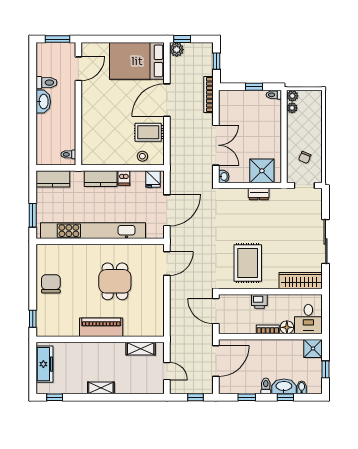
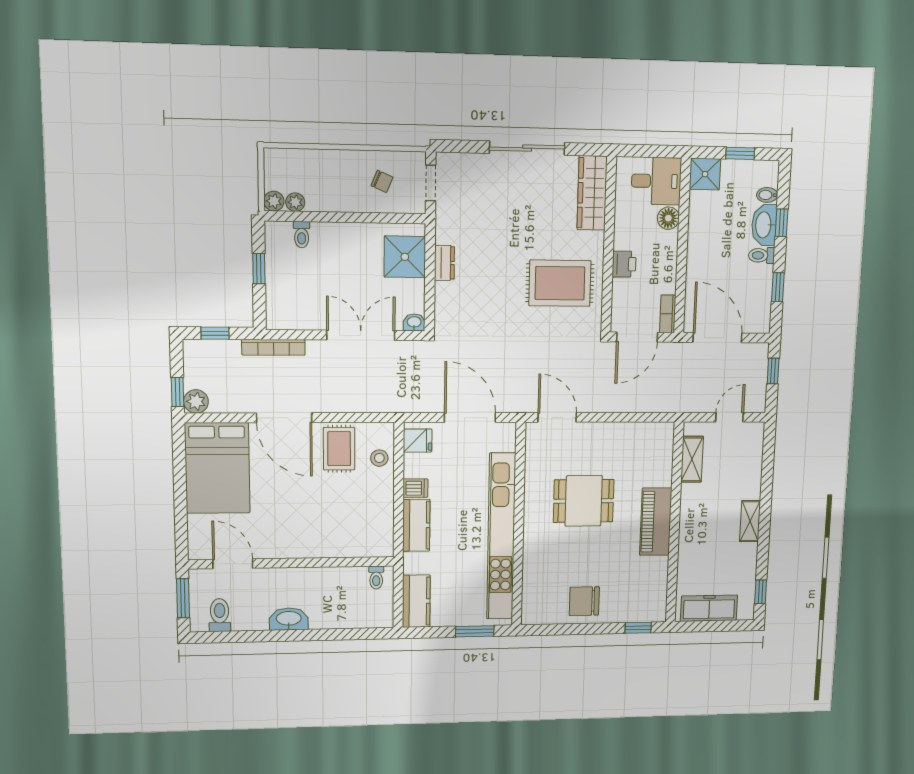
toilet: (46, 83) -> (220, 615), moved
toilet: (274, 95) -> (302, 235), moved
bookcase: (268, 329) -> (668, 314), moved

